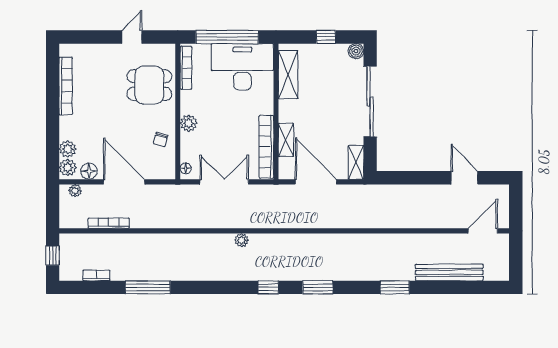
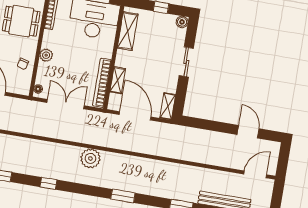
sliding door: (370, 101) -> (186, 62), width x0.54
plant: (242, 240) -> (90, 158), moved, width x1.87, depth x1.87
window: (268, 287) -> (49, 183), moved

